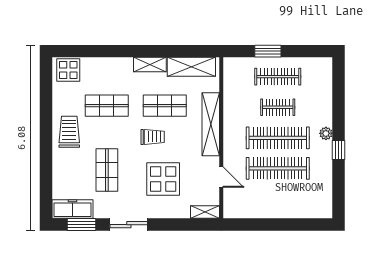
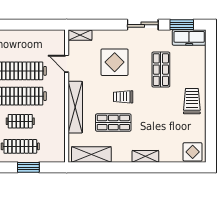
shelving: (150, 65) -> (145, 156), moved
shop shelf: (107, 106) -> (161, 123), removed
trolley: (69, 132) -> (192, 101), turned 180

